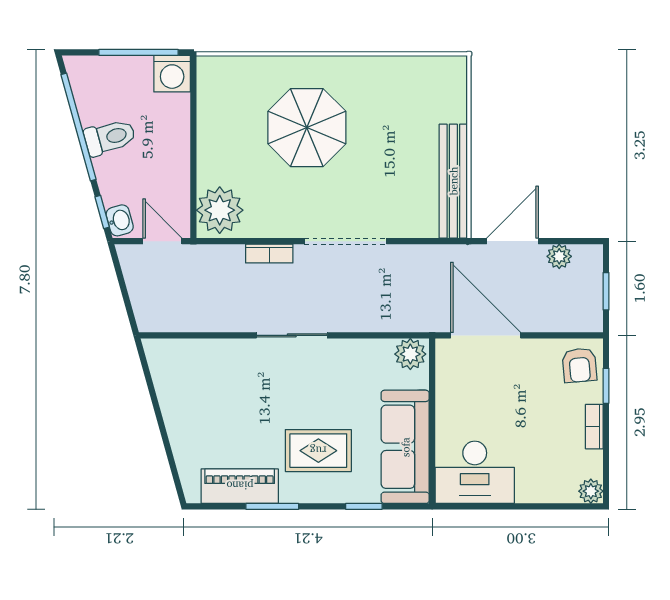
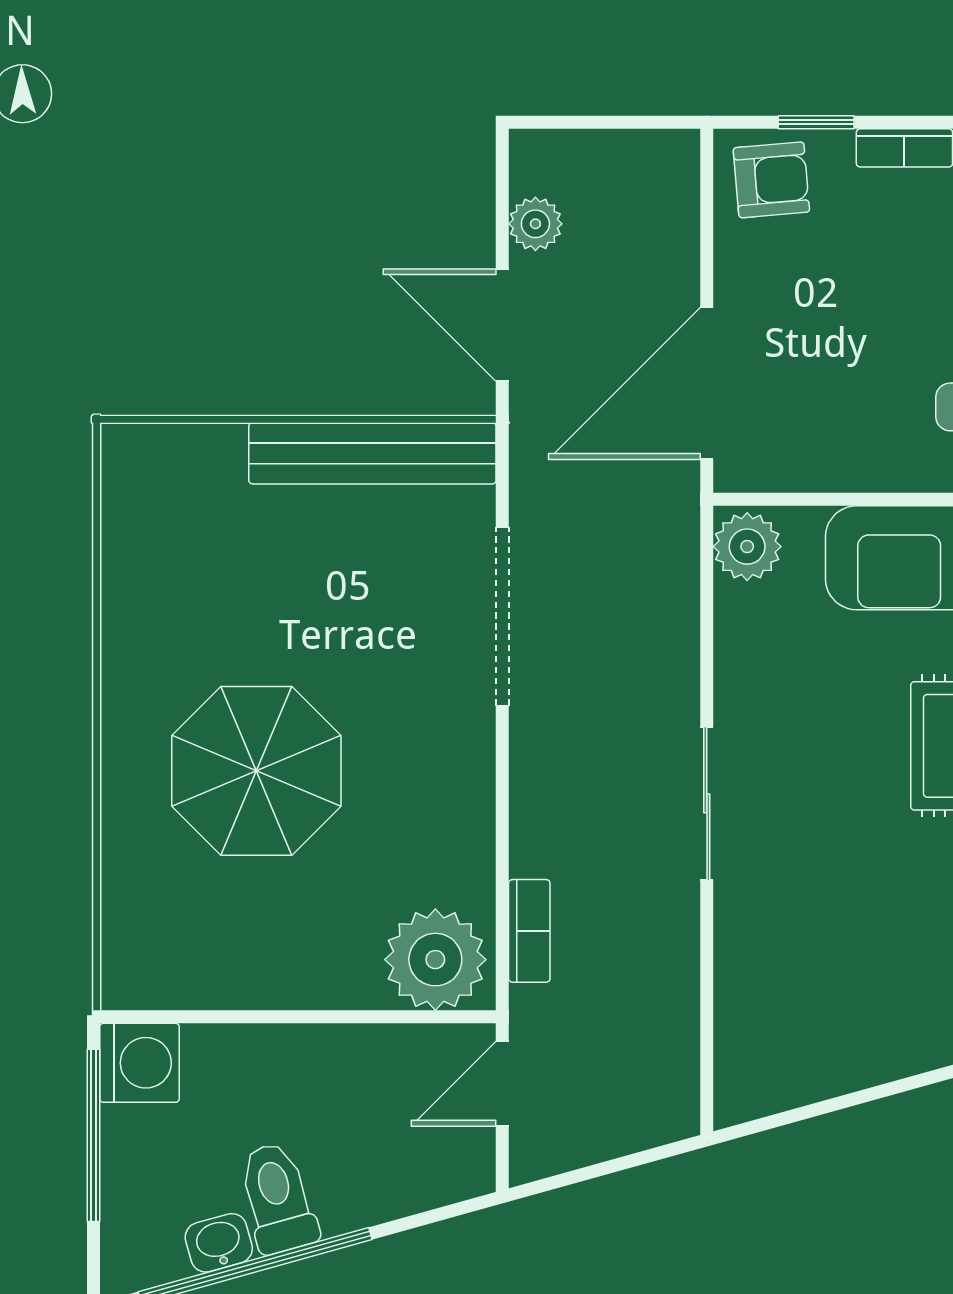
window: (102, 212) -> (439, 1214), removed
washbasin: (120, 220) -> (219, 1243), moved
doorway: (345, 241) -> (502, 616), moved
bookcase: (269, 253) -> (529, 931), moved
window: (606, 291) -> (611, 122), removed

